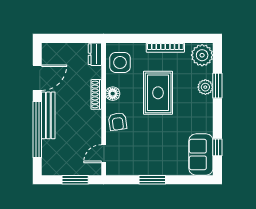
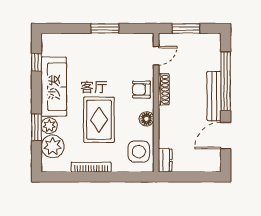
plant: (202, 55) -> (53, 146), moved
shoe rack: (96, 94) -> (164, 89), moved
armchair: (118, 122) -> (141, 90), turned -82
sofa: (201, 154) -> (54, 87), moved, width x1.36

